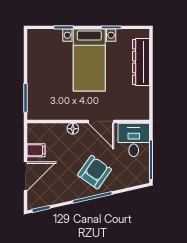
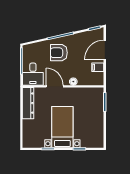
dresser: (141, 62) -> (28, 103), moved
armchair: (95, 172) -> (59, 53), turned 55

